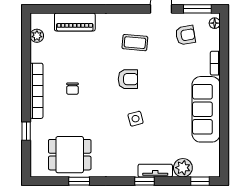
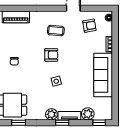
window: (197, 9) -> (97, 8), removed
plant: (128, 168) -> (51, 114), added

